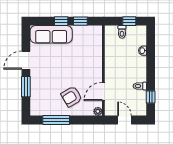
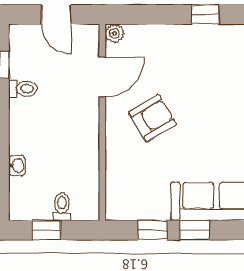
armchair: (72, 97) -> (153, 118), moved
window: (56, 120) -> (205, 15), width x0.46

